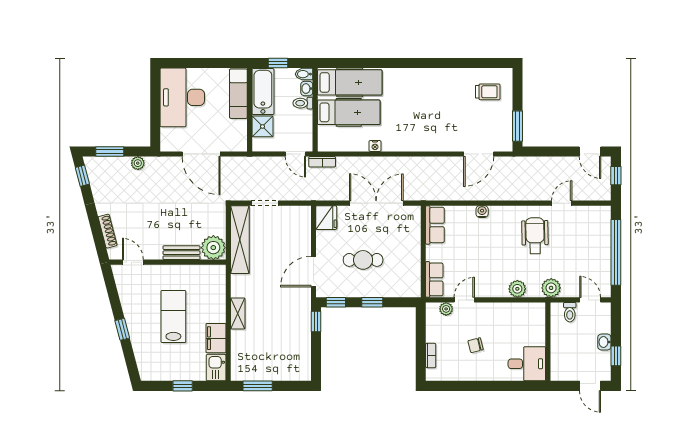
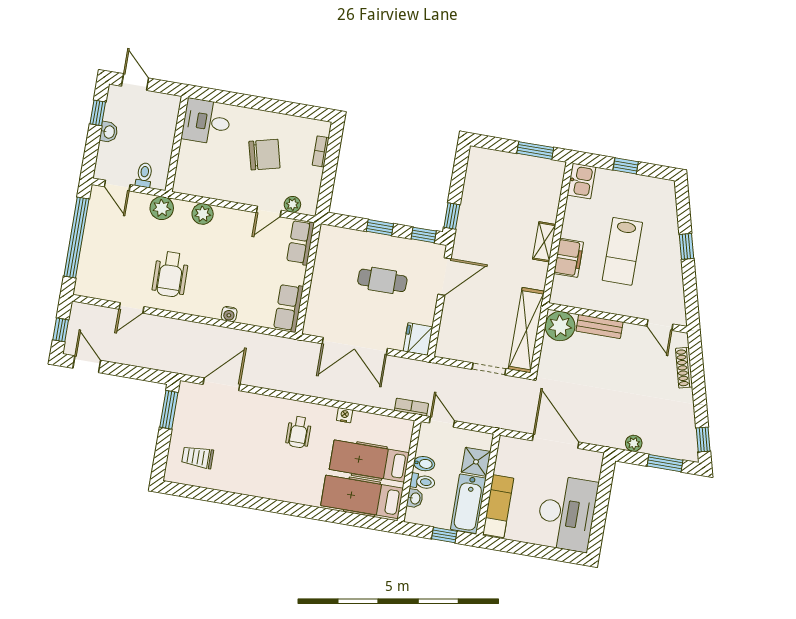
bidet: (304, 74) -> (424, 464), moved
wheelchair: (410, 126) -> (299, 432), added
filing cabinet: (216, 338) -> (569, 258), moved
chair: (476, 345) -> (264, 155), width x1.87, depth x1.87

